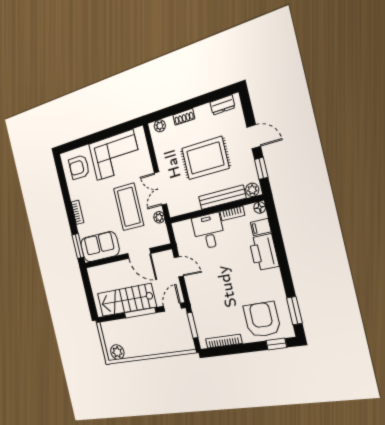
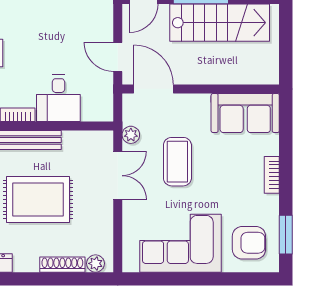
shoe rack: (184, 117) -> (62, 265), width x1.43
coffee table: (129, 207) -> (177, 162), width x0.73, depth x0.76
window: (78, 246) -> (286, 235), moved
door: (139, 253) -> (154, 89), moved

